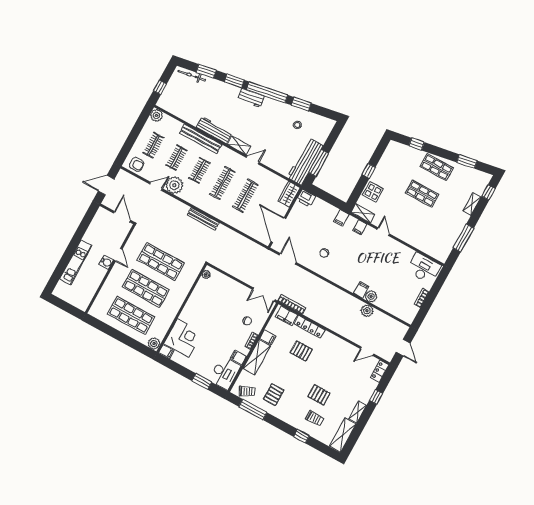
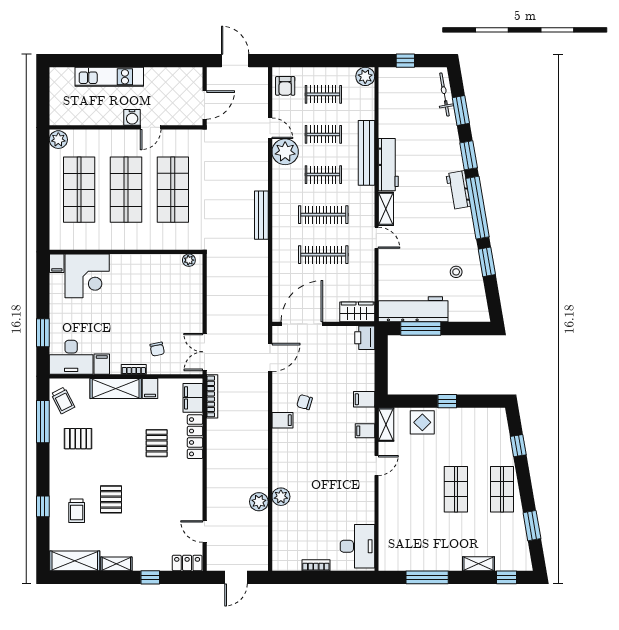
filing cabinet: (361, 290) -> (282, 420), moved
plant: (154, 344) -> (58, 140), moved

